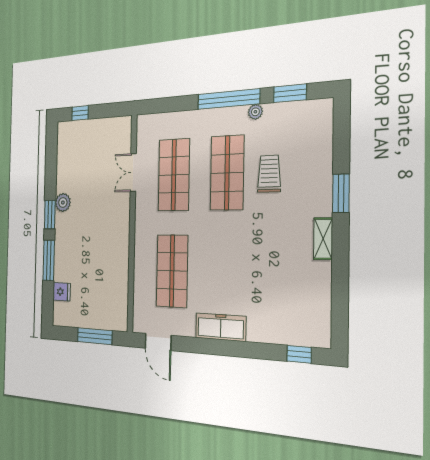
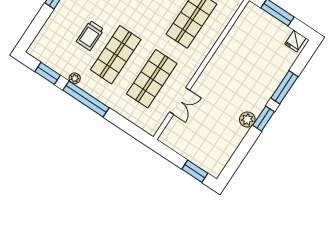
window: (80, 113) -> (195, 171), width x1.50
fridge: (62, 292) -> (295, 41), moved, turned -90

